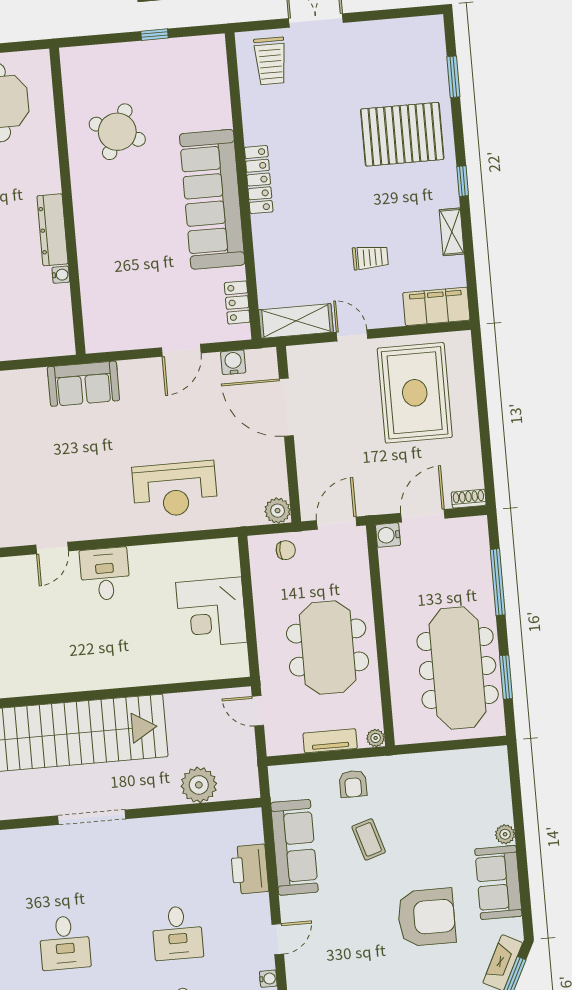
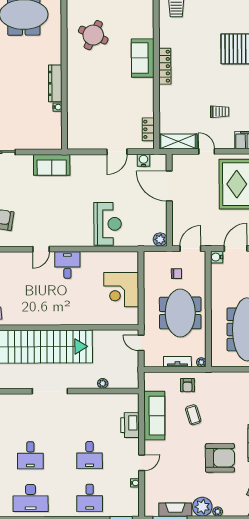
sofa: (212, 199) -> (143, 58), width x0.54, depth x0.79
sofa: (83, 384) -> (52, 165), moved
reception desk: (175, 489) -> (108, 224), turned -90
chair: (286, 550) -> (176, 274), moved
plant: (199, 785) -> (103, 383), width x0.53, depth x0.53

